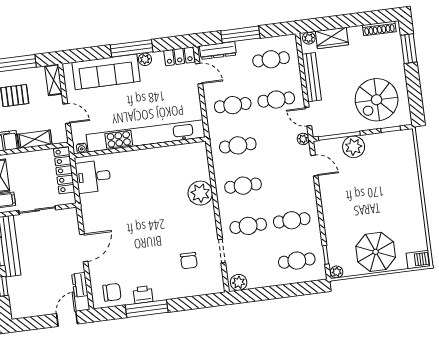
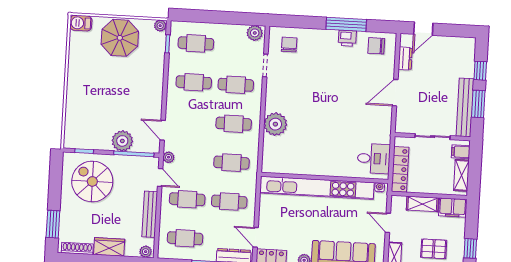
wardrobe: (332, 38) -> (109, 247), moved
spiral stairs: (377, 100) -> (92, 181), turned -90
chair: (189, 261) -> (289, 45), moved

